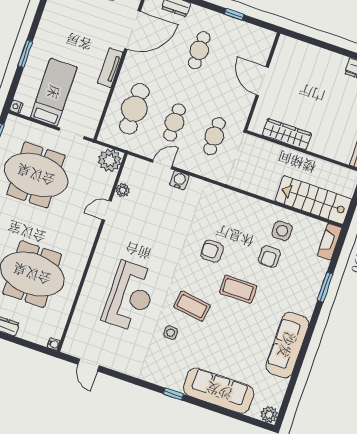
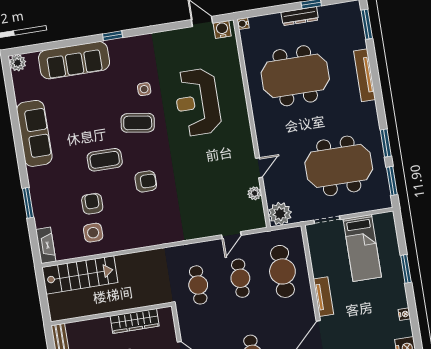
nightstand: (16, 107) -> (404, 314), moved
water cooler: (179, 180) -> (222, 29), moved, turned 180

